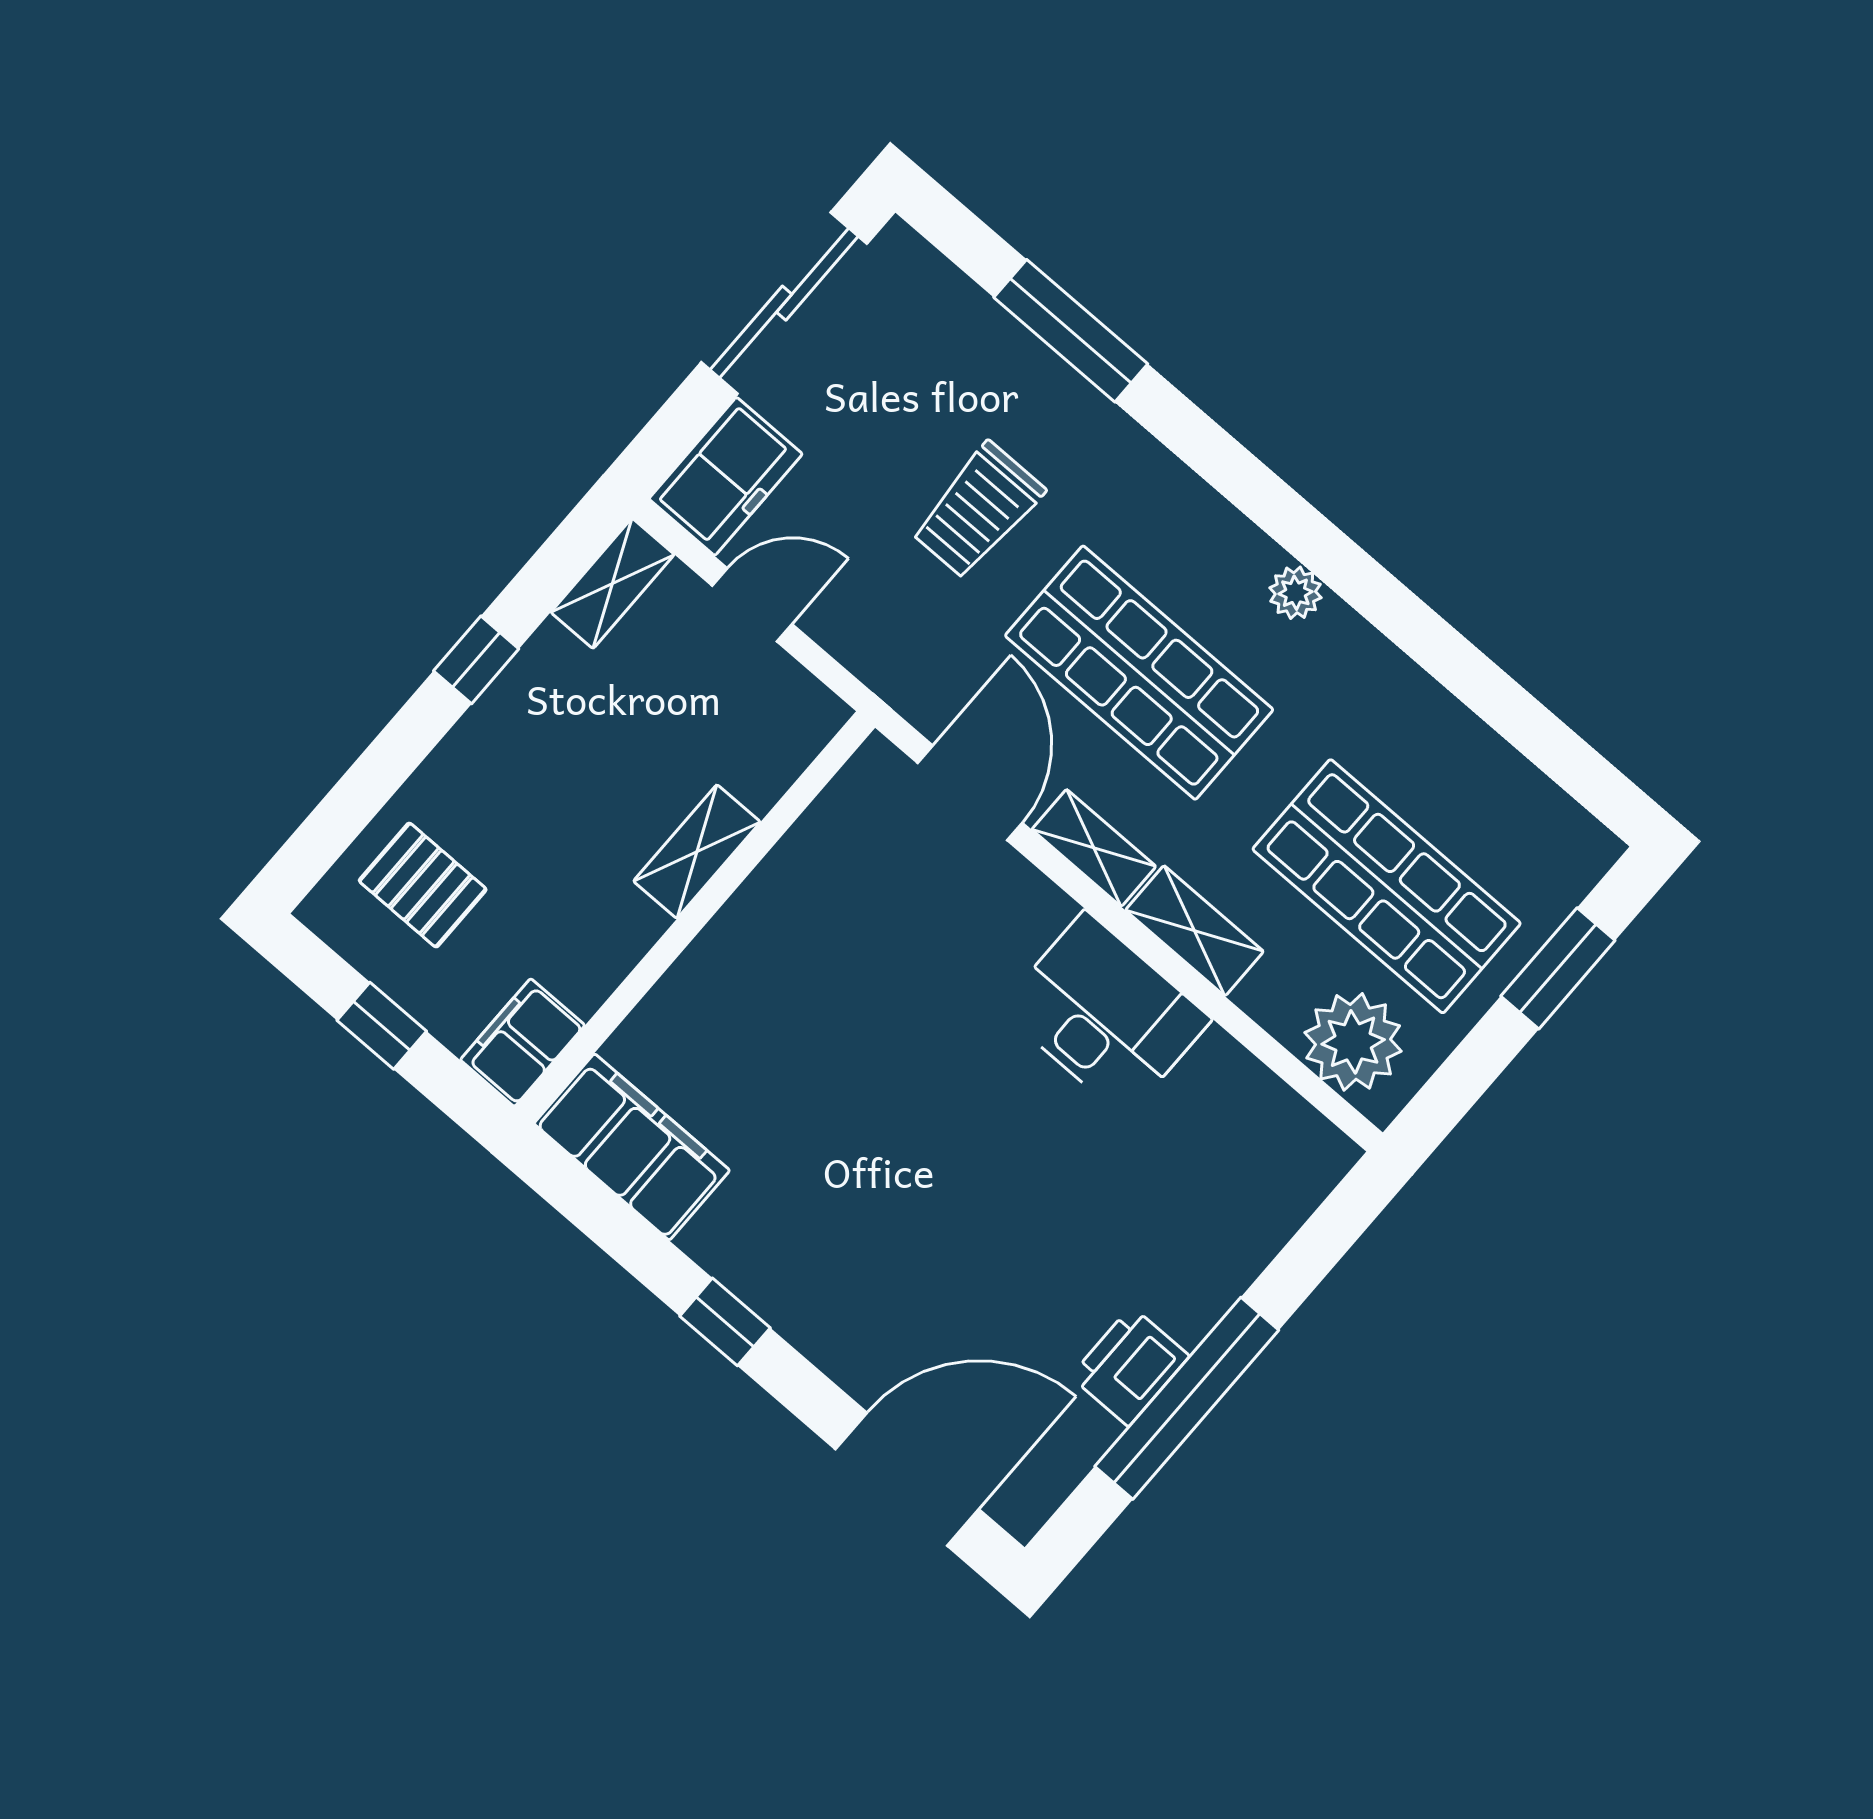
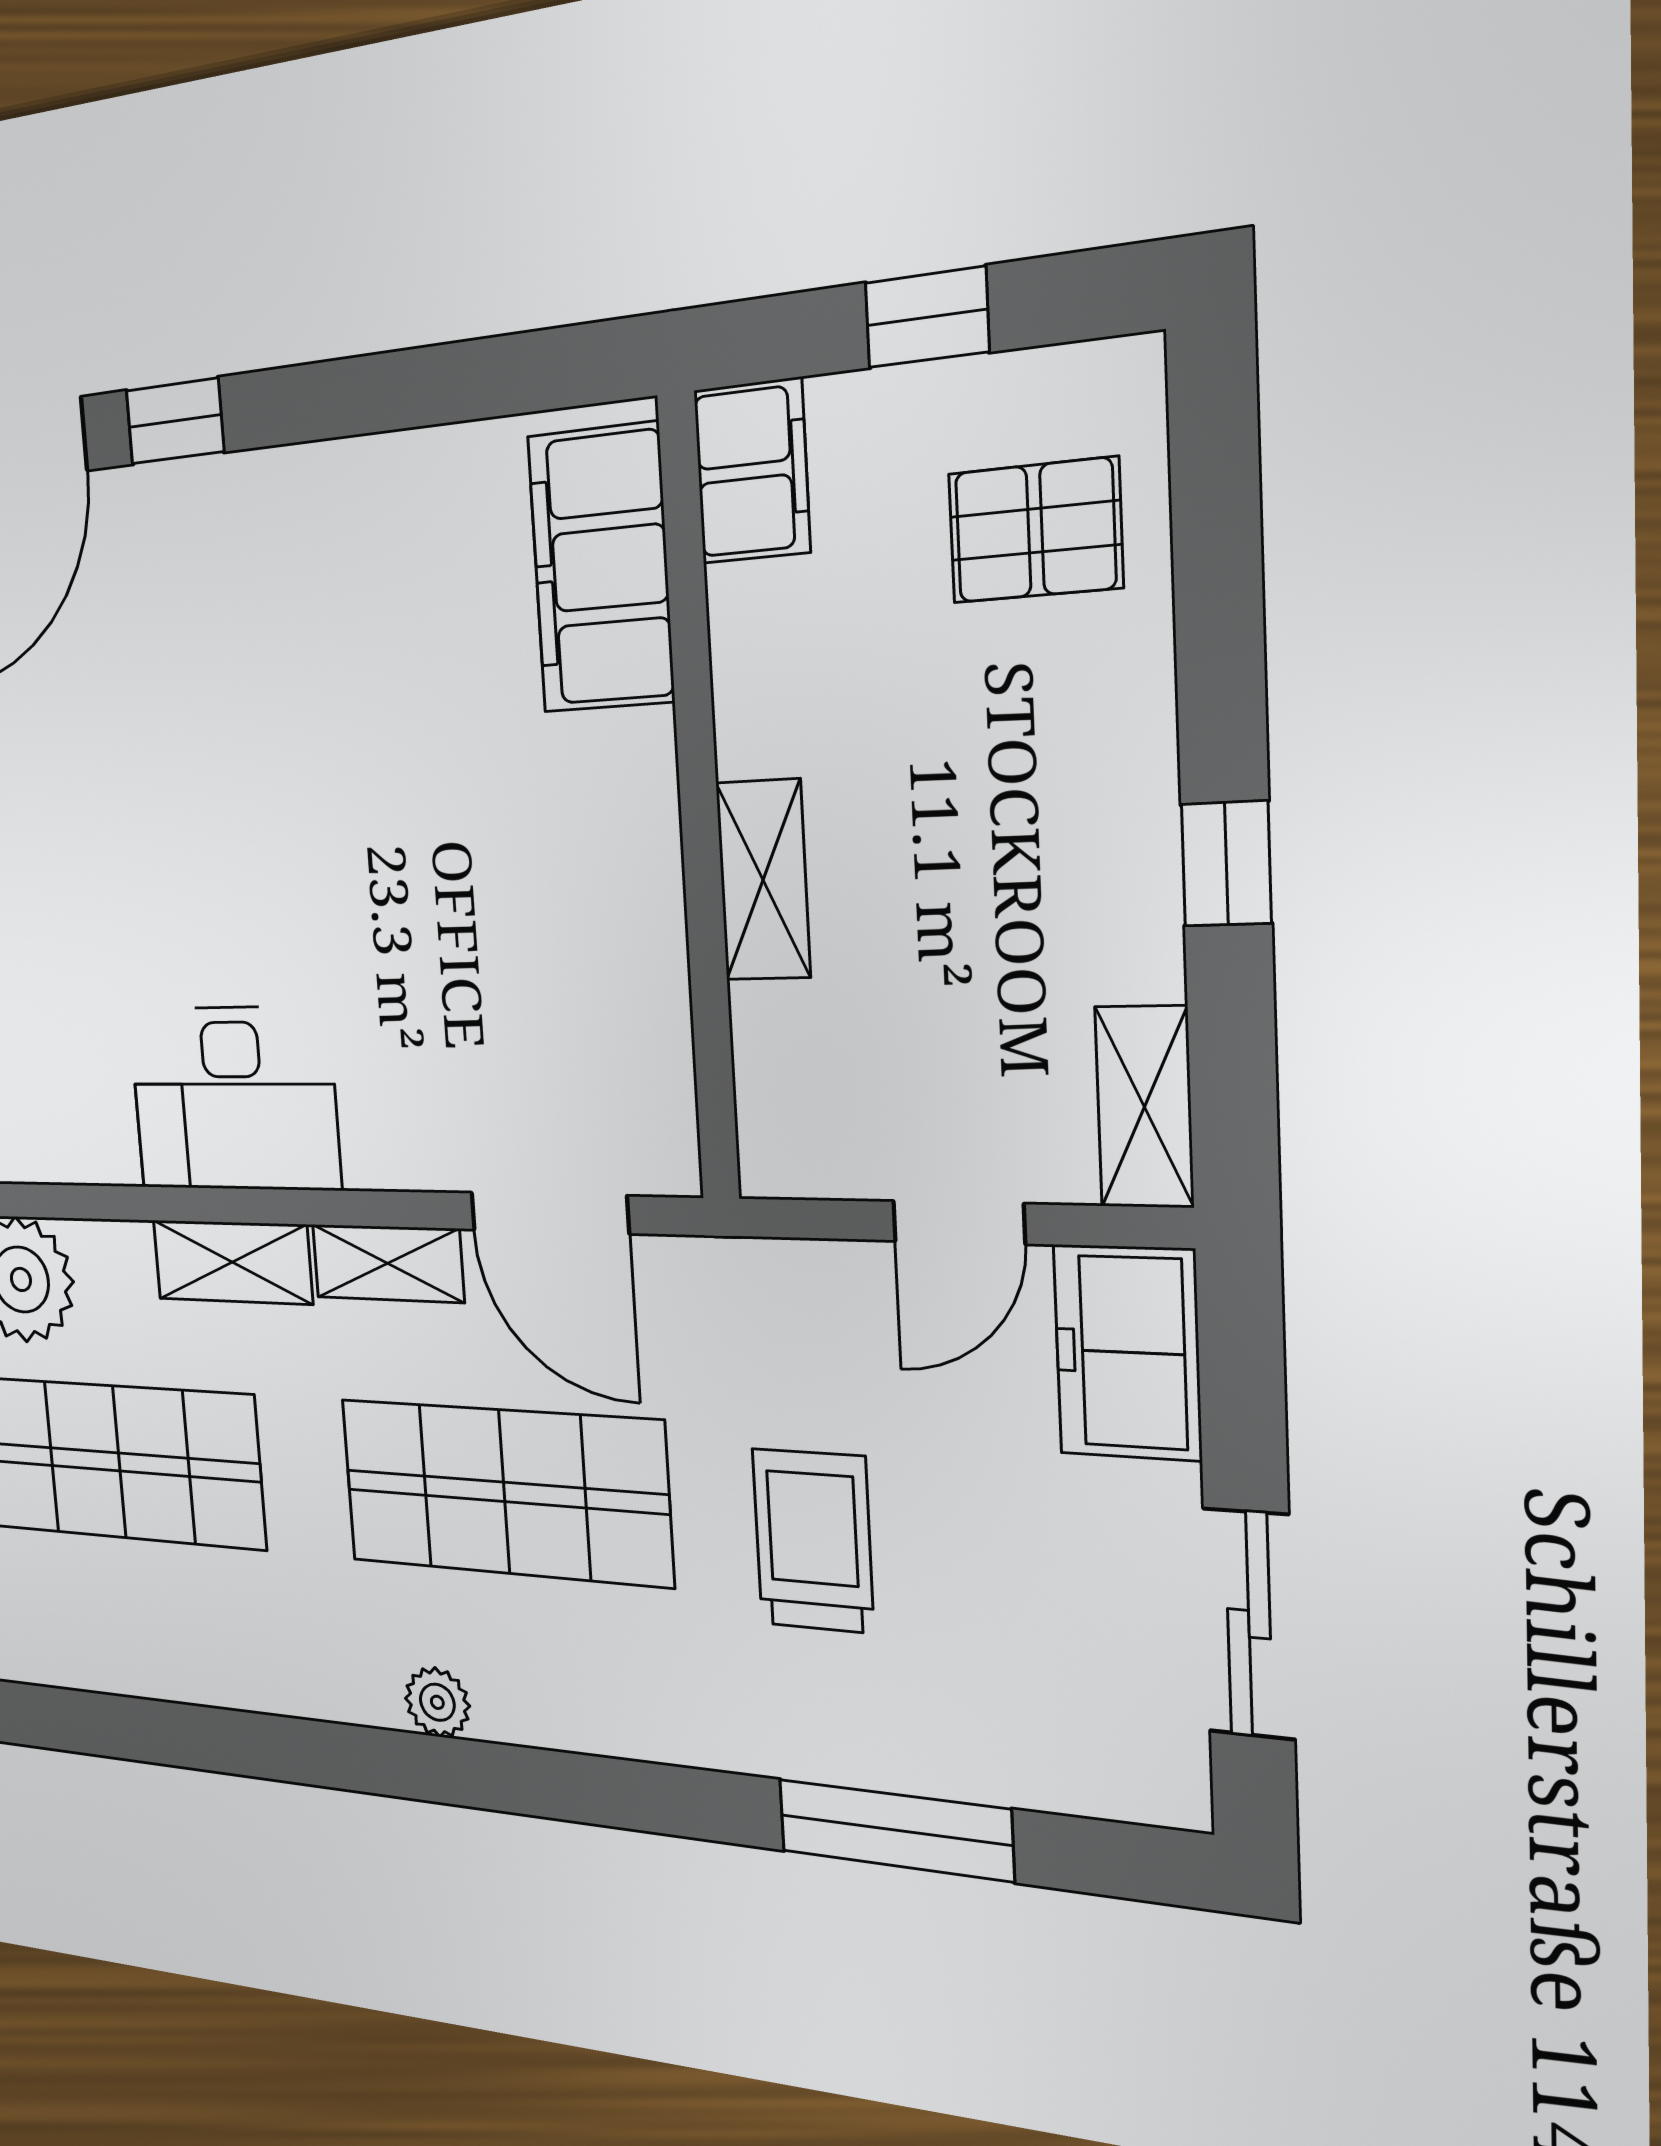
sliding door: (784, 303) -> (1249, 1624), width x0.73
filing cabinet: (632, 1147) -> (601, 569), moved, turned 90
window: (725, 1322) -> (175, 421), moved

